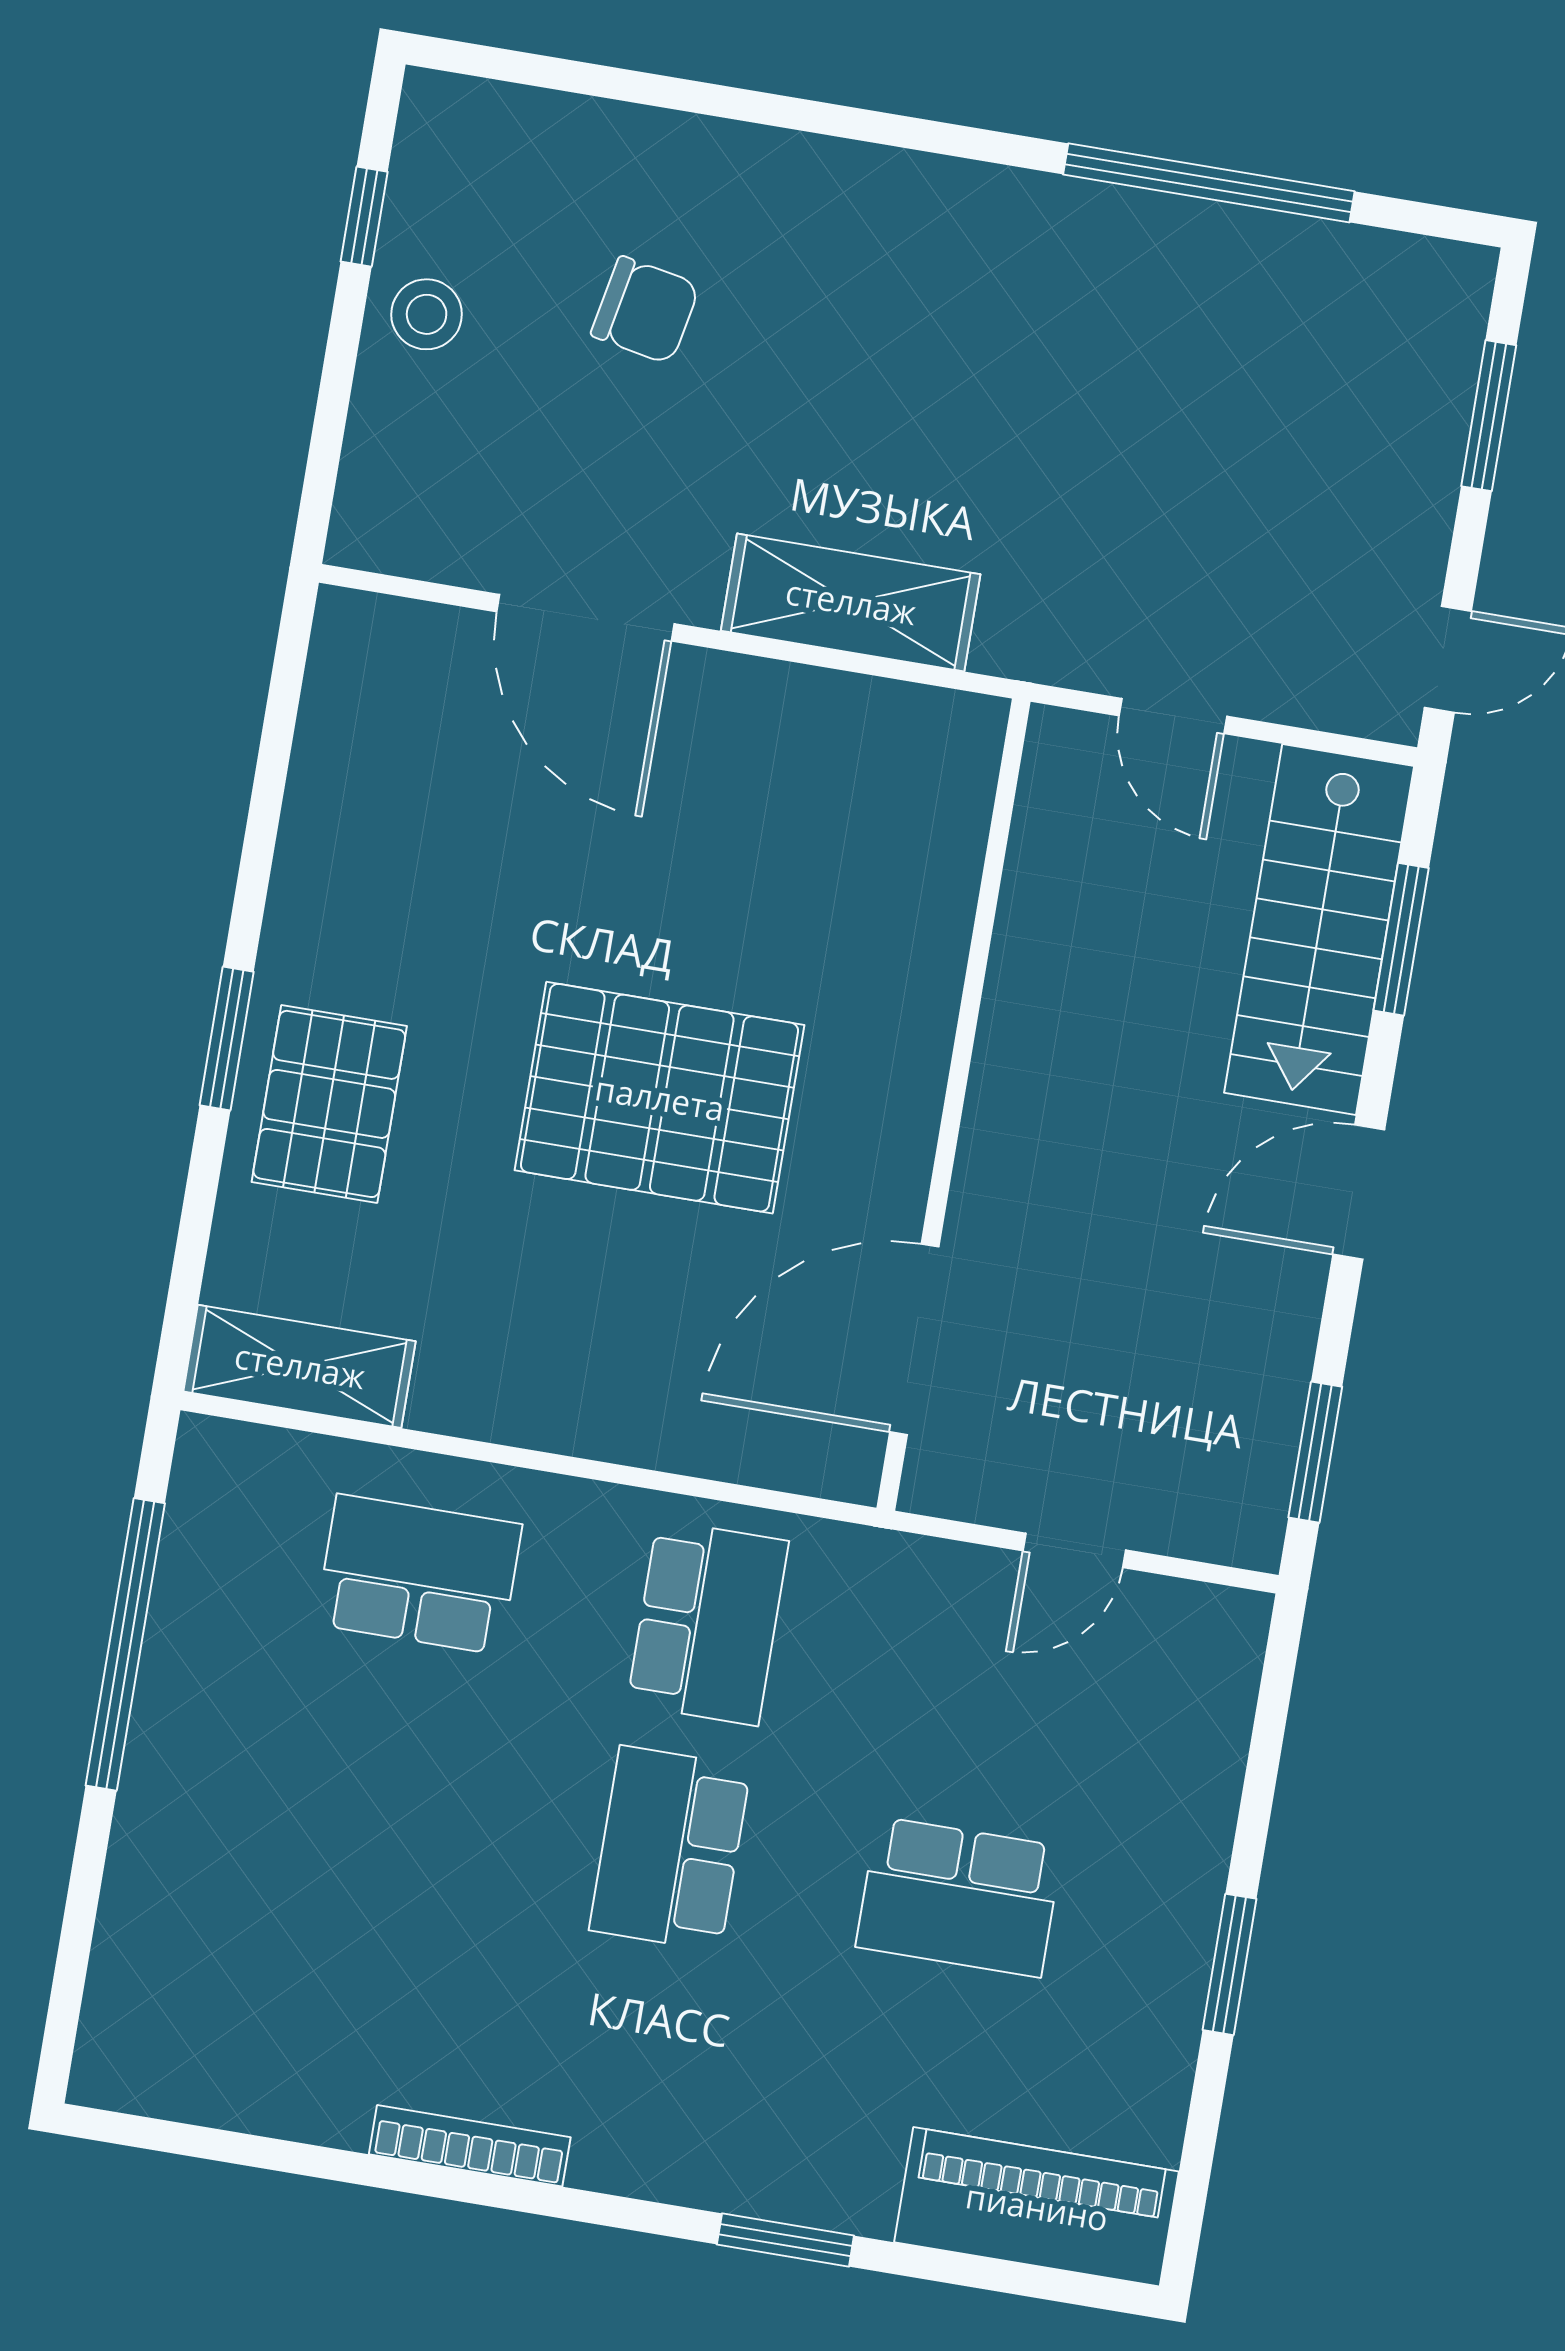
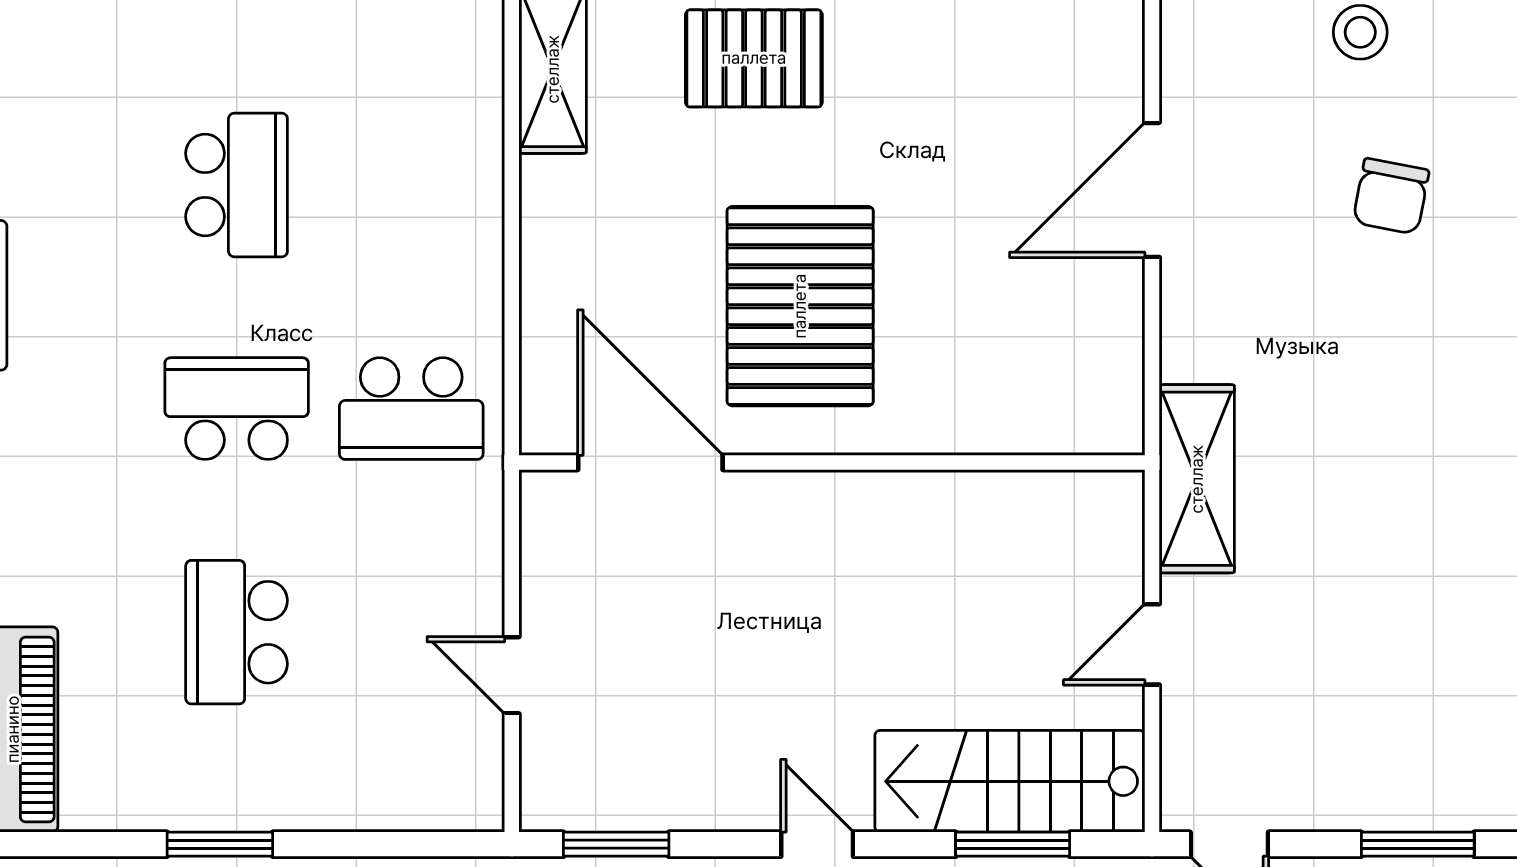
shelving: (851, 602) -> (1197, 479), moved
wall: (954, 1105) -> (832, 462), moved
door: (1359, 1192) -> (817, 844), width x0.73
door: (914, 1339) -> (650, 462), moved
school desk: (419, 1574) -> (237, 185), moved

